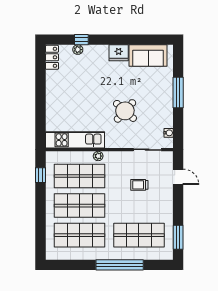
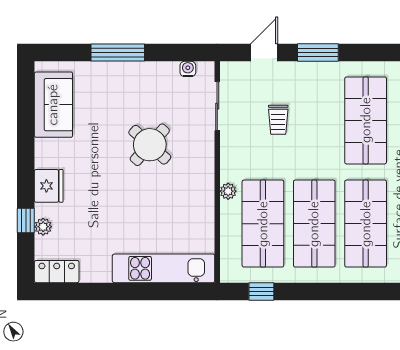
fridge: (119, 53) -> (49, 186), moved
kitchen unit: (75, 140) -> (164, 268), moved, turned 90
window: (178, 237) -> (318, 52), moved

